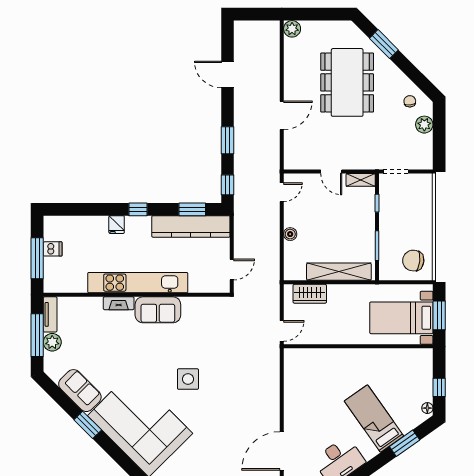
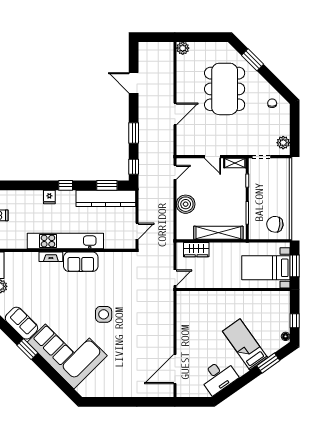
plant: (424, 125) -> (283, 143), moved
boiler: (290, 234) -> (186, 204), width x1.86, depth x1.86

